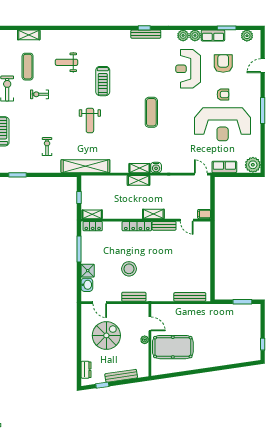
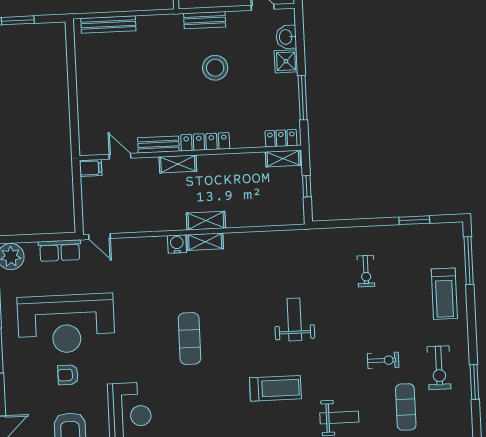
treadmill: (103, 81) -> (275, 388), turned 90
reception desk: (223, 124) -> (66, 324), turned 180
shelving: (85, 166) -> (298, 241), removed

